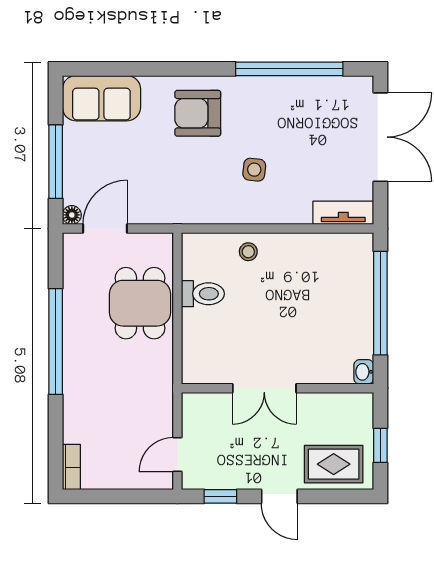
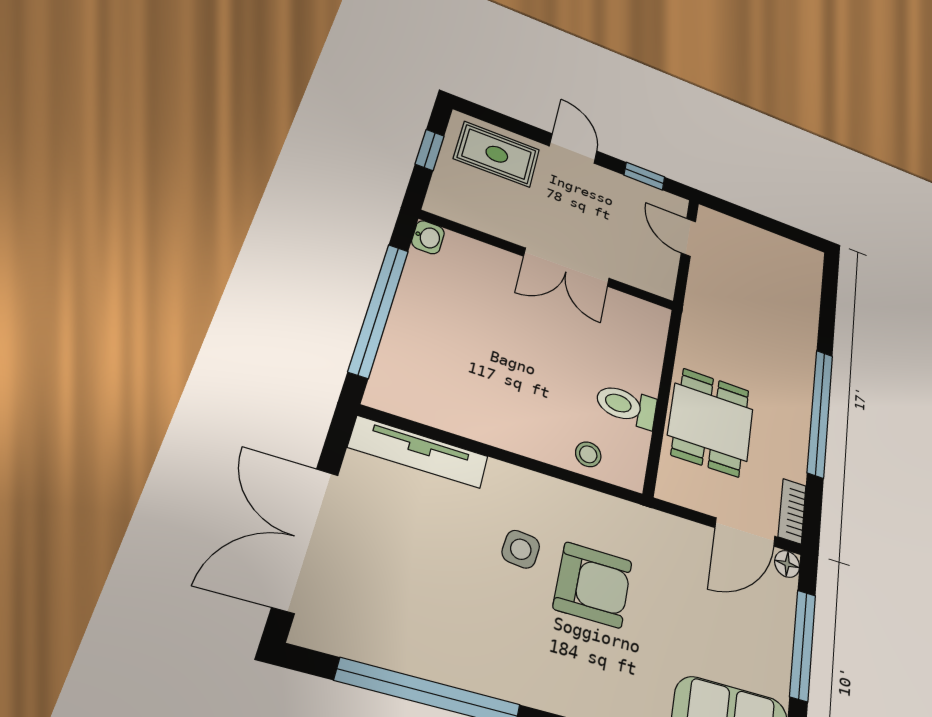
armchair: (198, 113) -> (593, 585), moved
tv unit: (343, 213) -> (419, 452), width x1.41
stool: (248, 252) -> (588, 454), moved
double door: (264, 388) -> (567, 267), swing flipped
door: (177, 455) -> (688, 237), swing flipped
bookcase: (71, 467) -> (792, 511), moved

